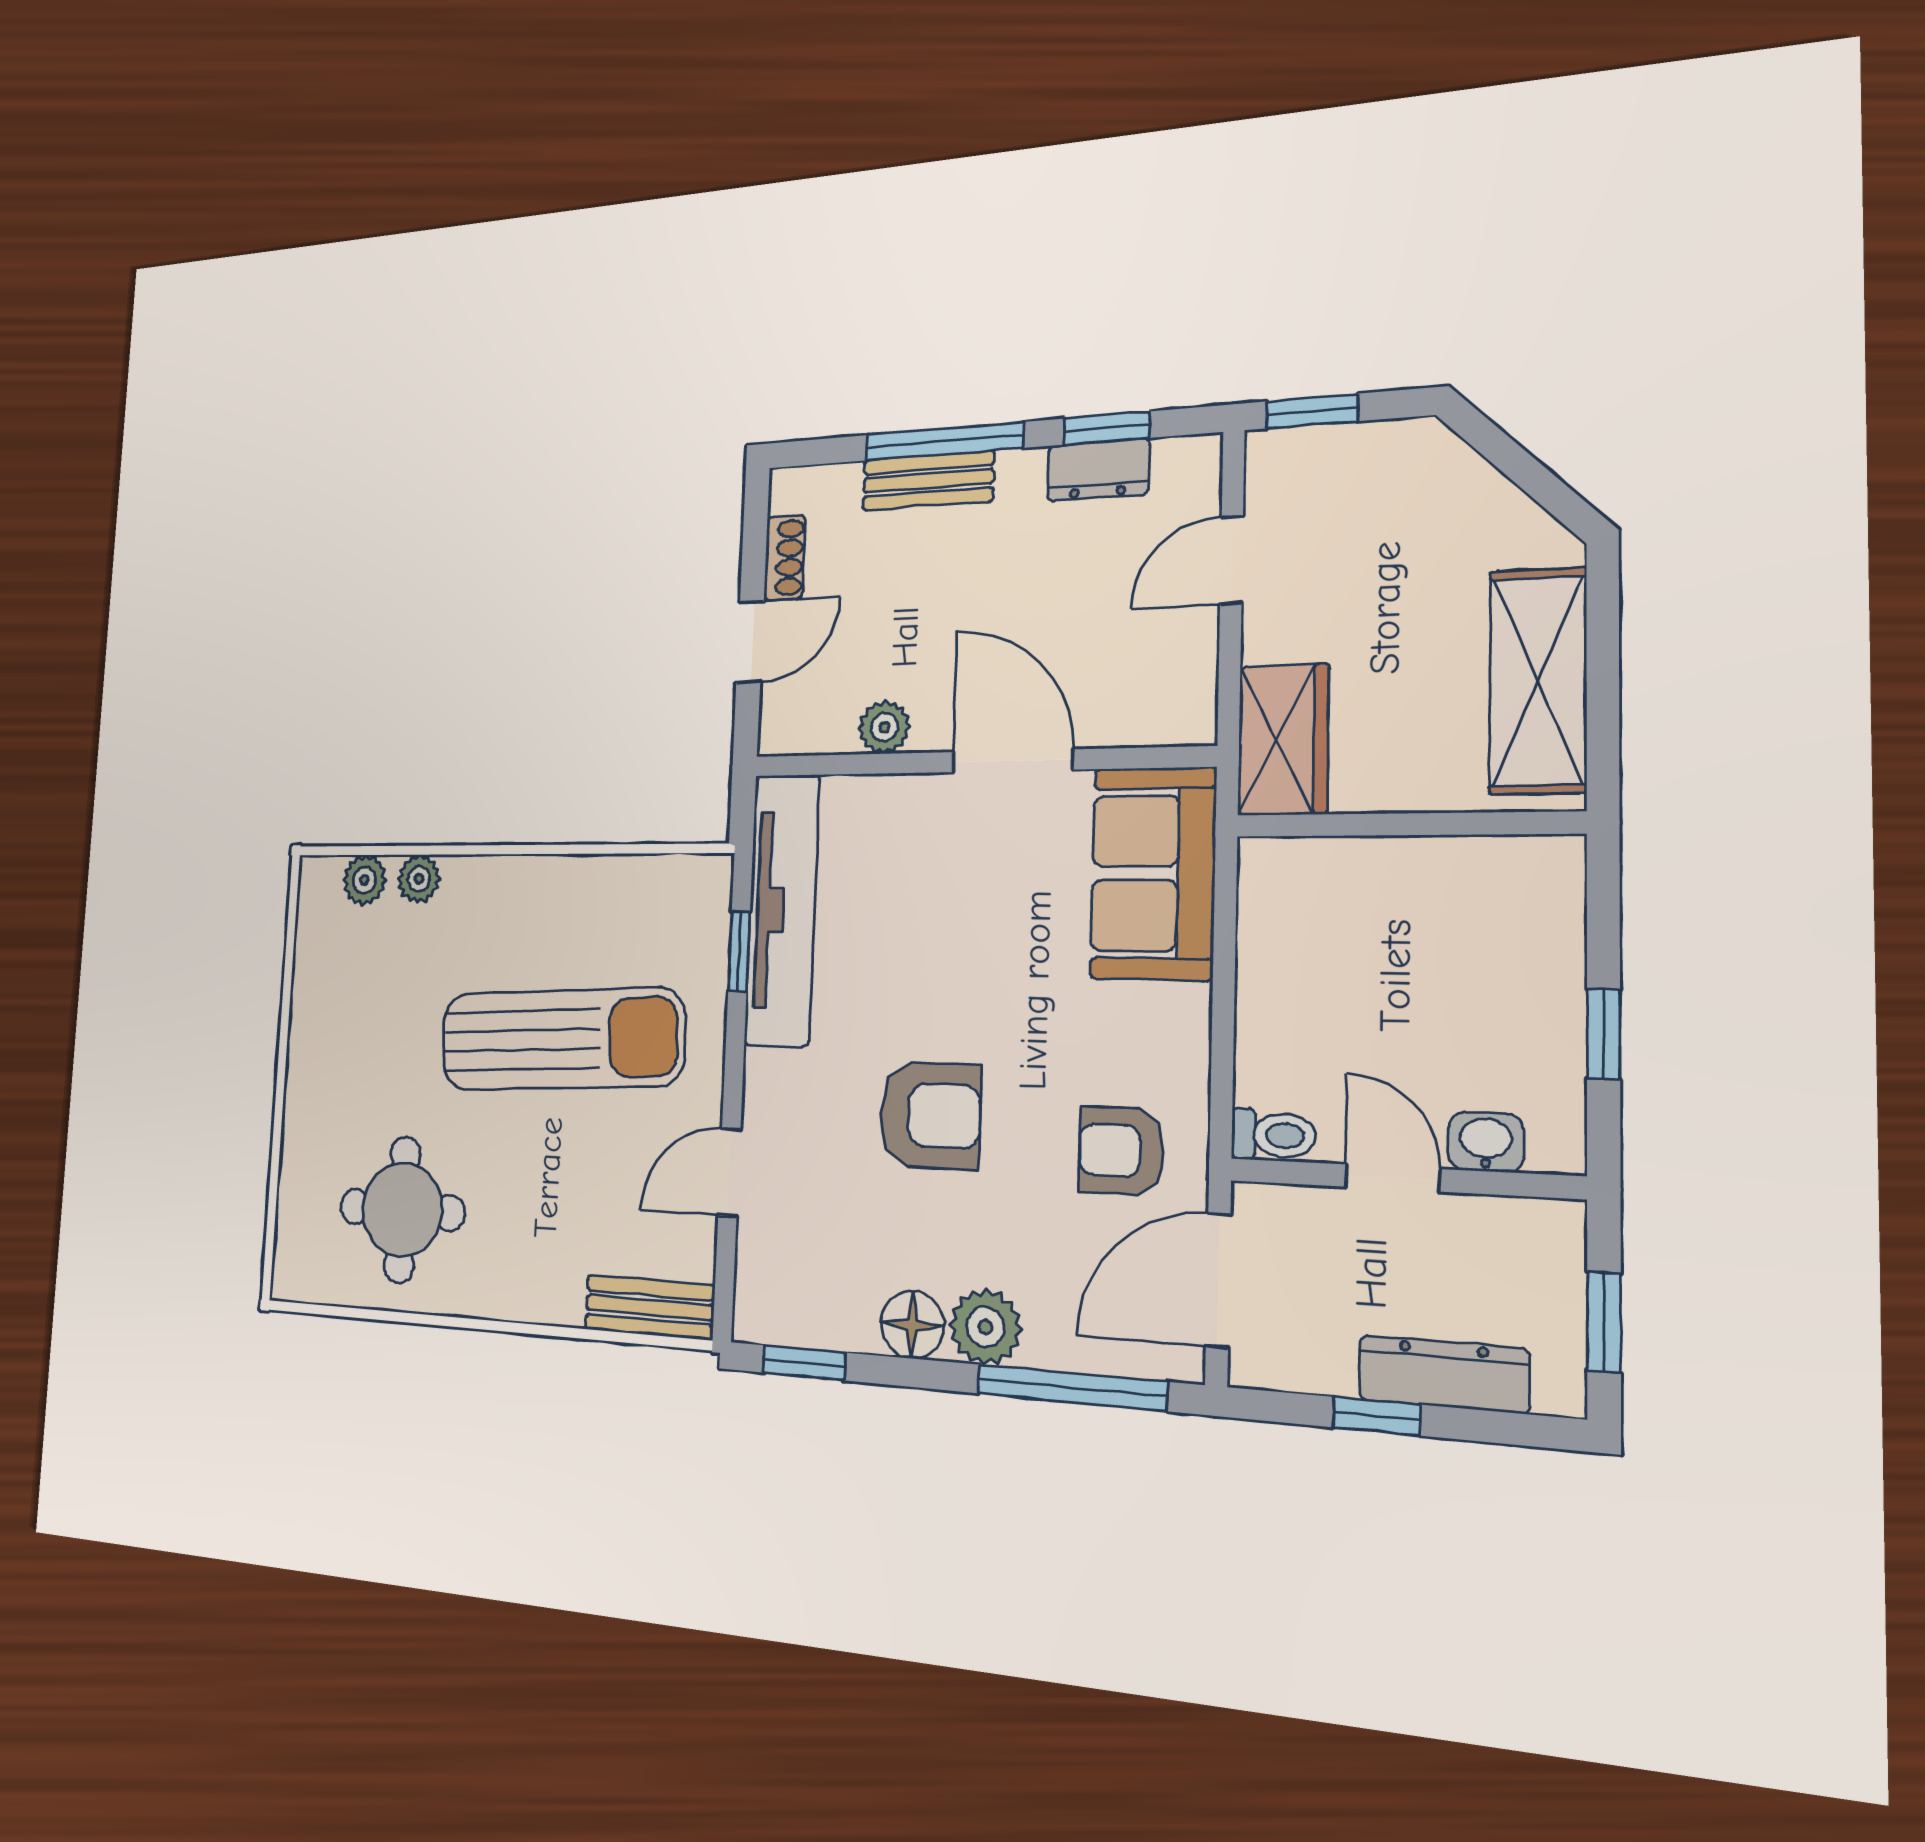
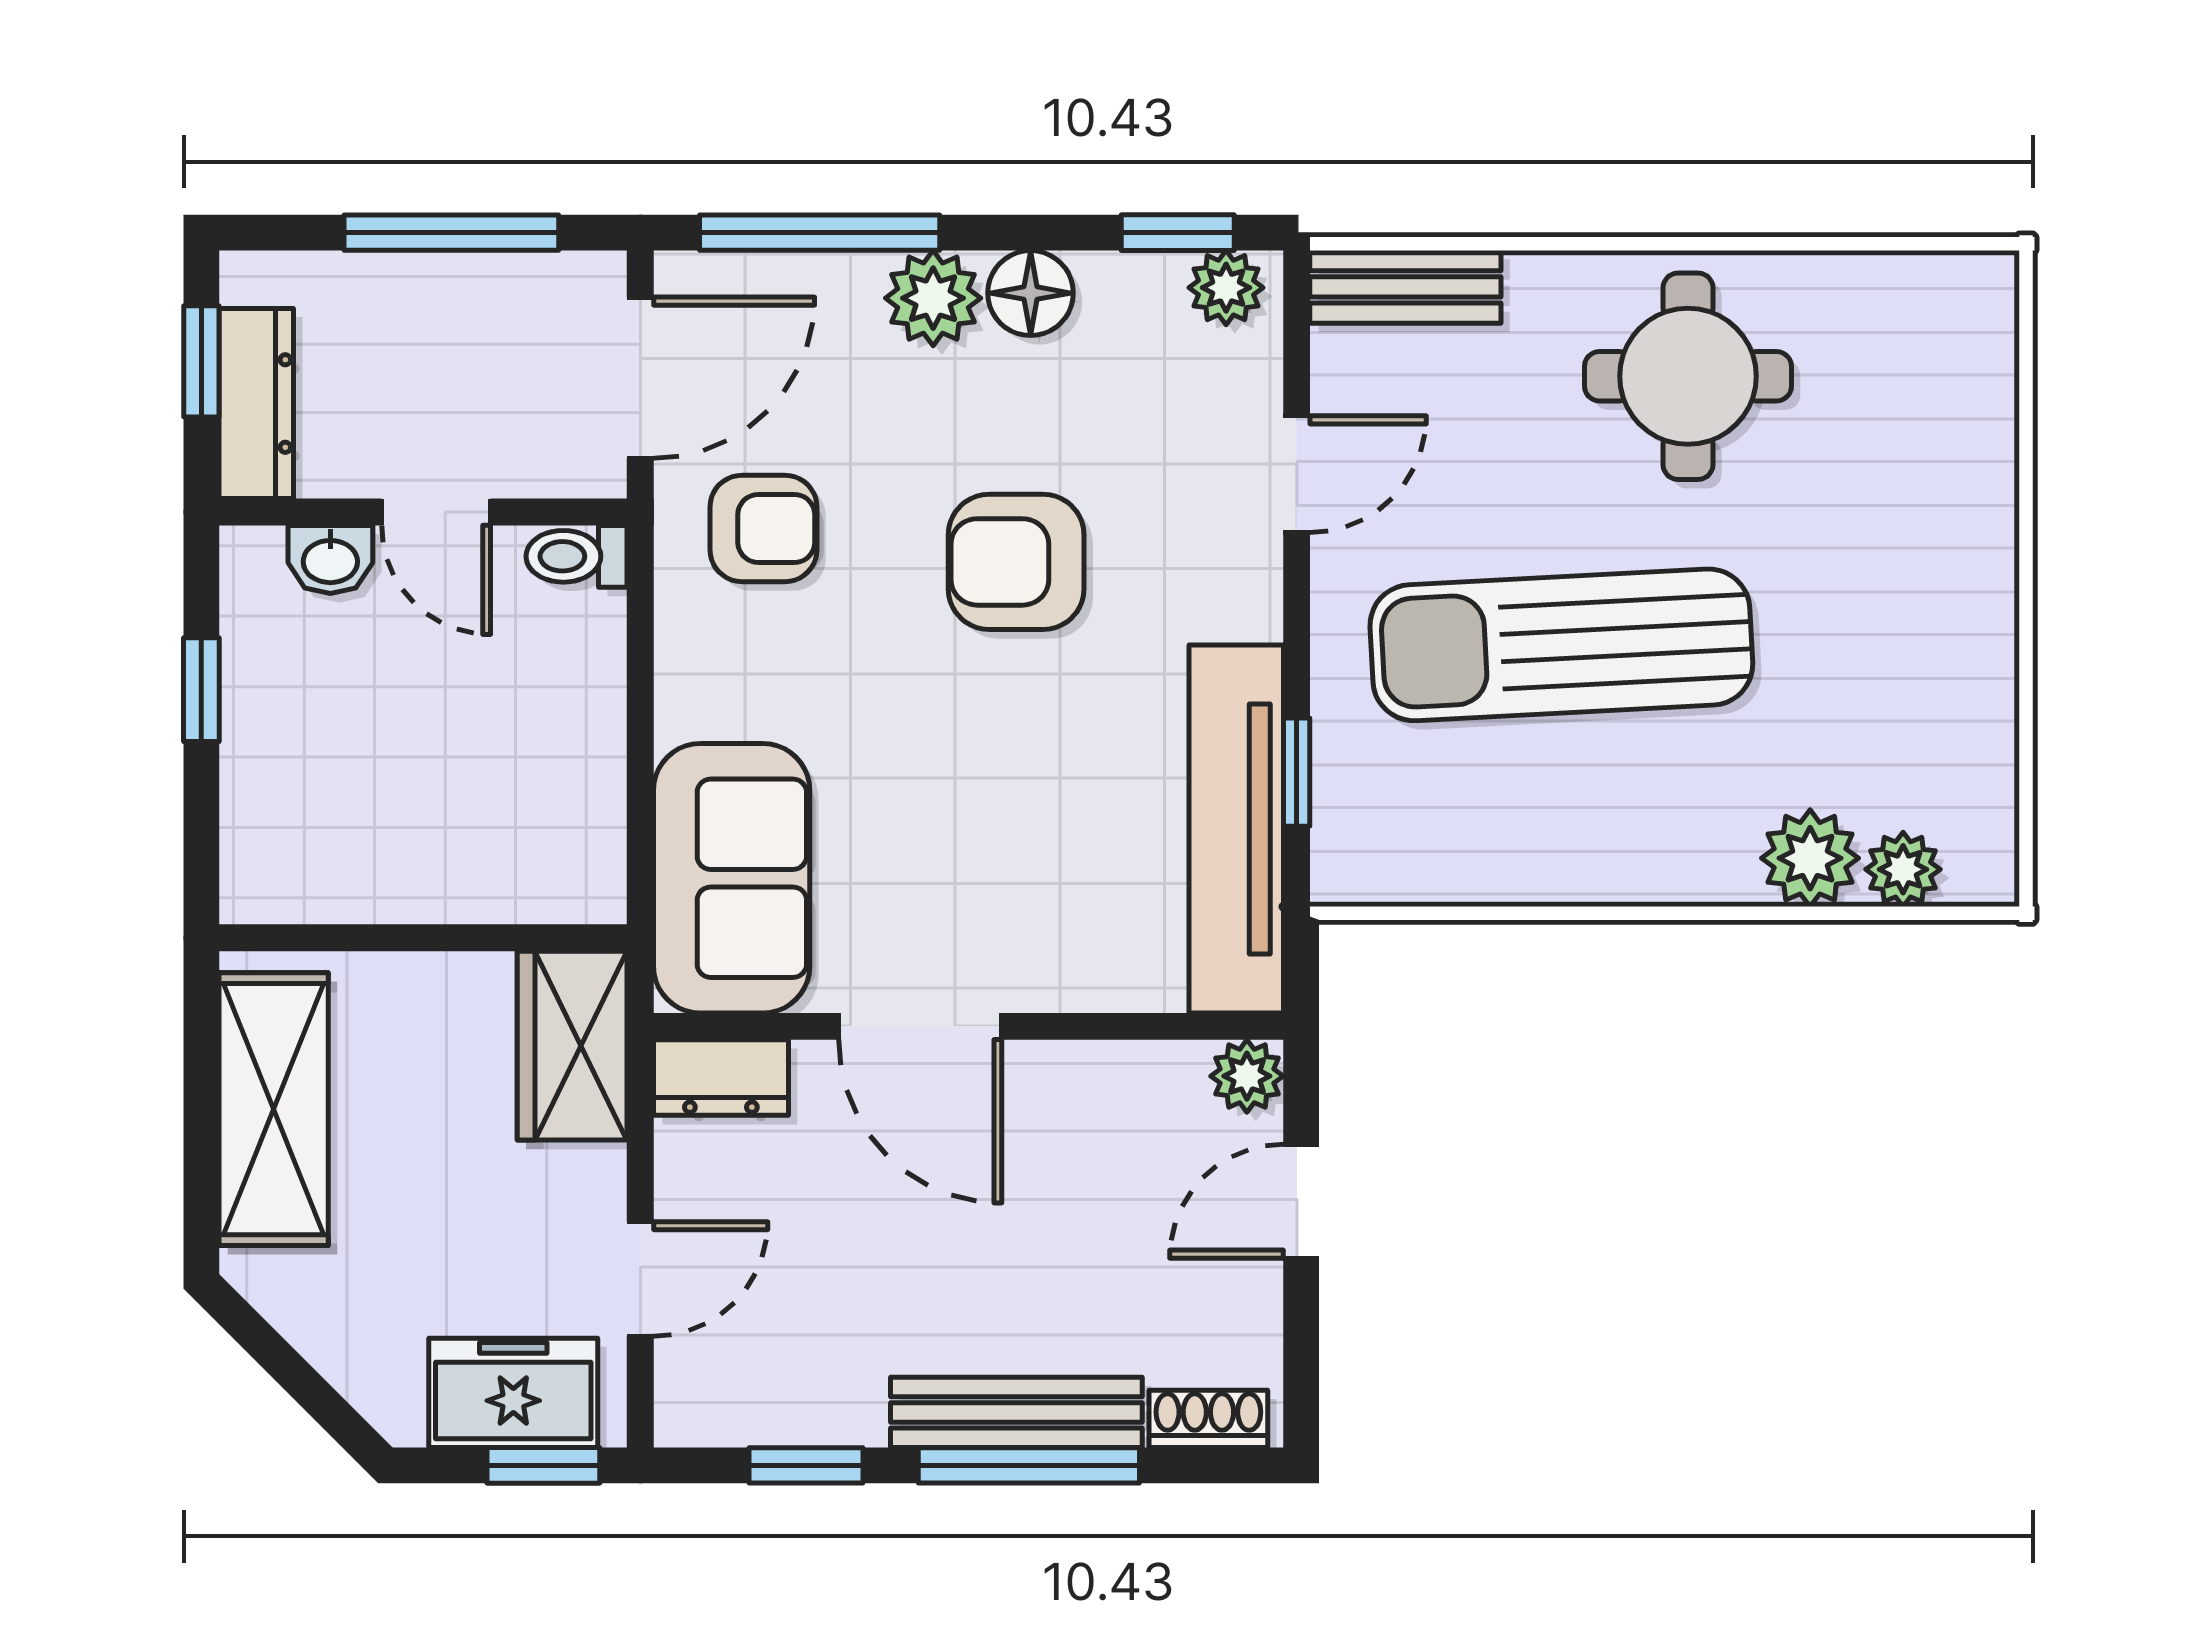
freezer: (1335, 465) -> (513, 1393), added
dresser: (1098, 470) -> (721, 1078), moved, turned 180
bench: (928, 481) -> (1016, 1412), width x1.36
shoe rack: (785, 558) -> (1208, 1419), moved, turned 90
plant: (884, 727) -> (1247, 1076), moved
plant: (419, 879) -> (1810, 858), width x1.38, depth x1.38
round table: (402, 1210) -> (1688, 376), moved
plant: (772, 1317) -> (1226, 288), added
dresser: (1444, 1374) -> (256, 404), moved, turned -90
window: (1376, 1416) -> (451, 233), width x2.17

